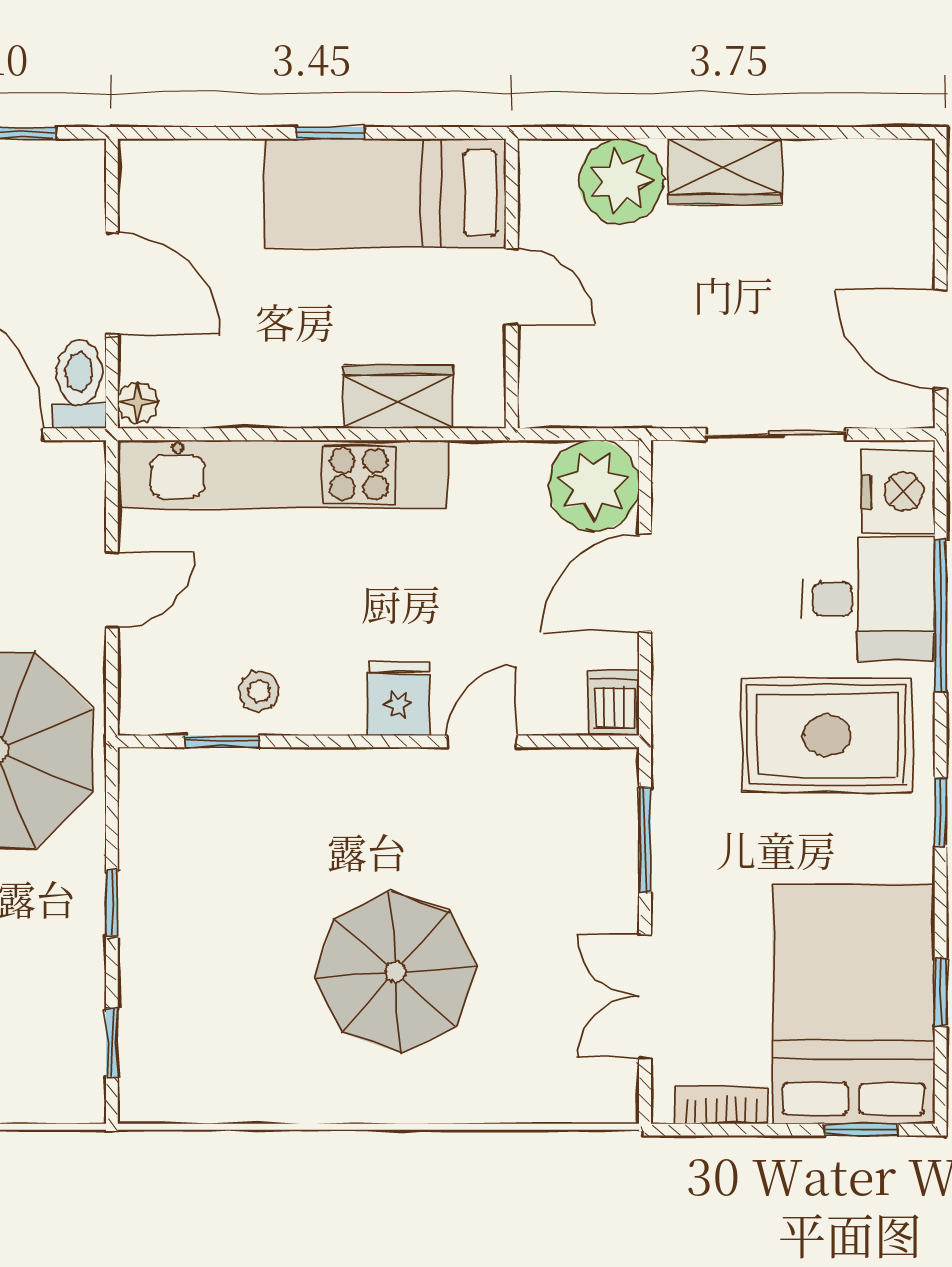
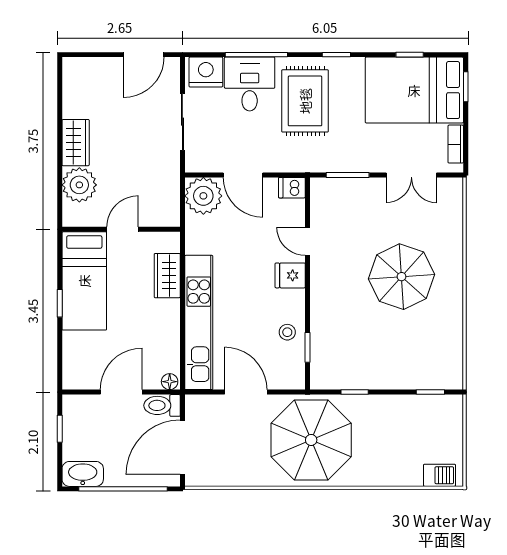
door: (112, 590) -> (246, 392), width x1.38
window: (112, 903) -> (355, 392), moved

